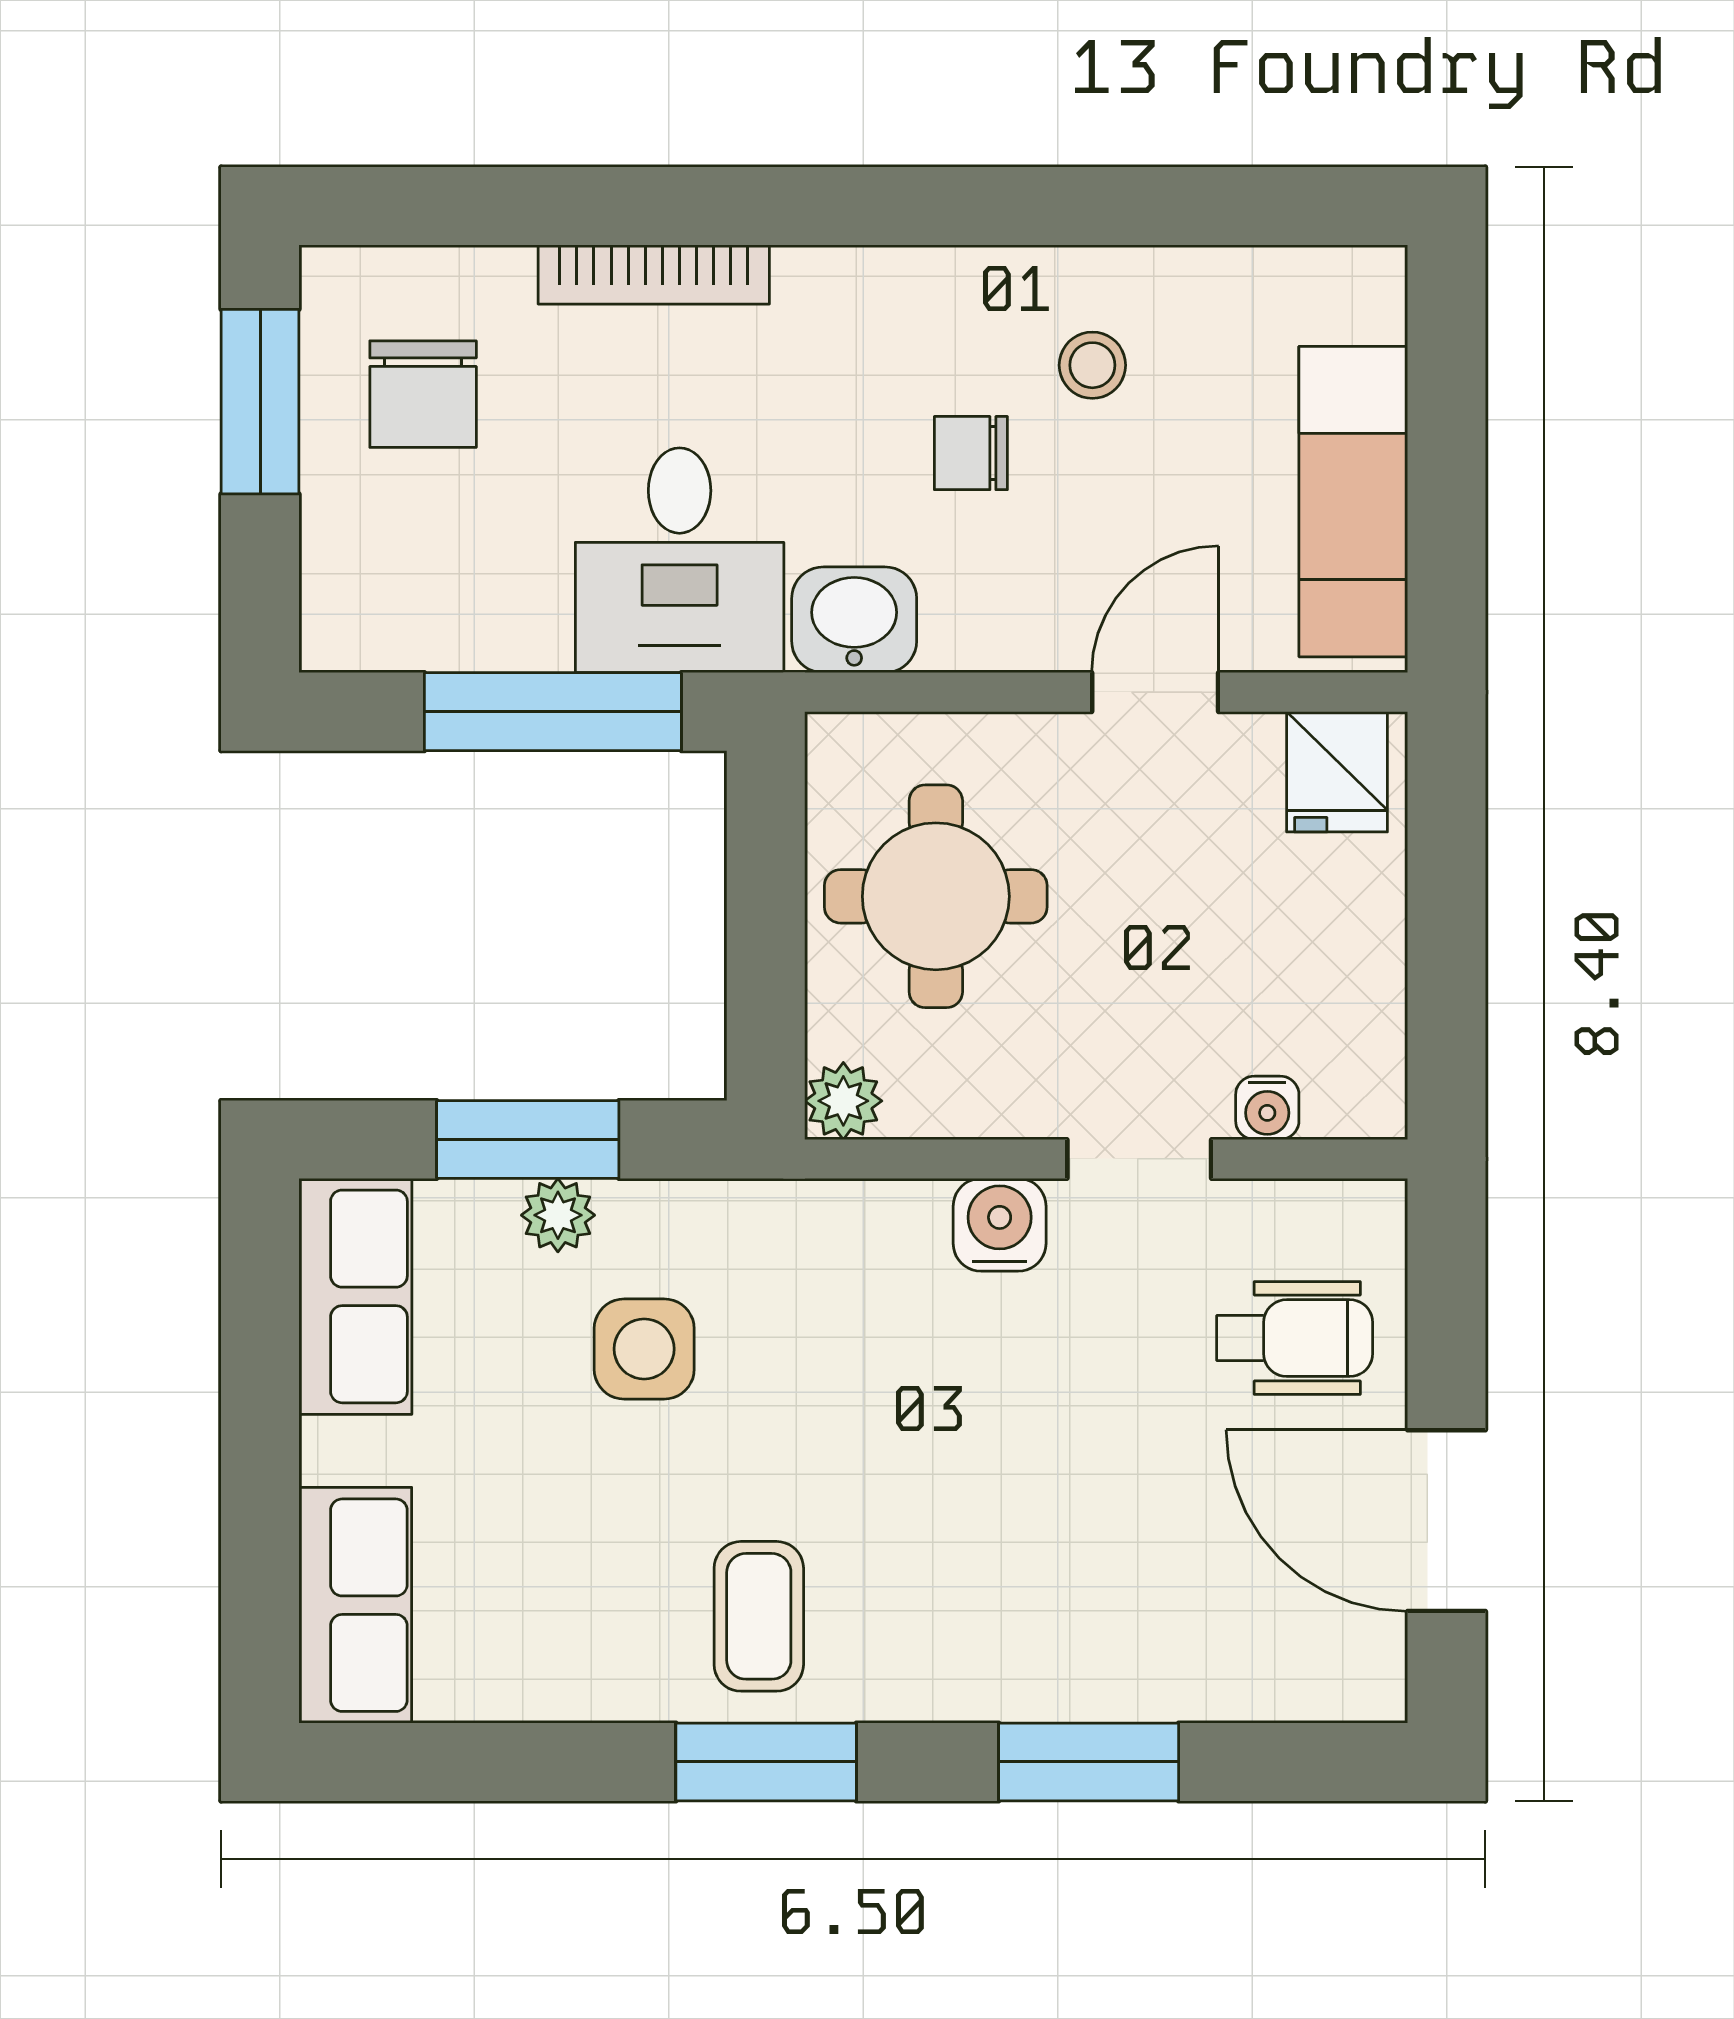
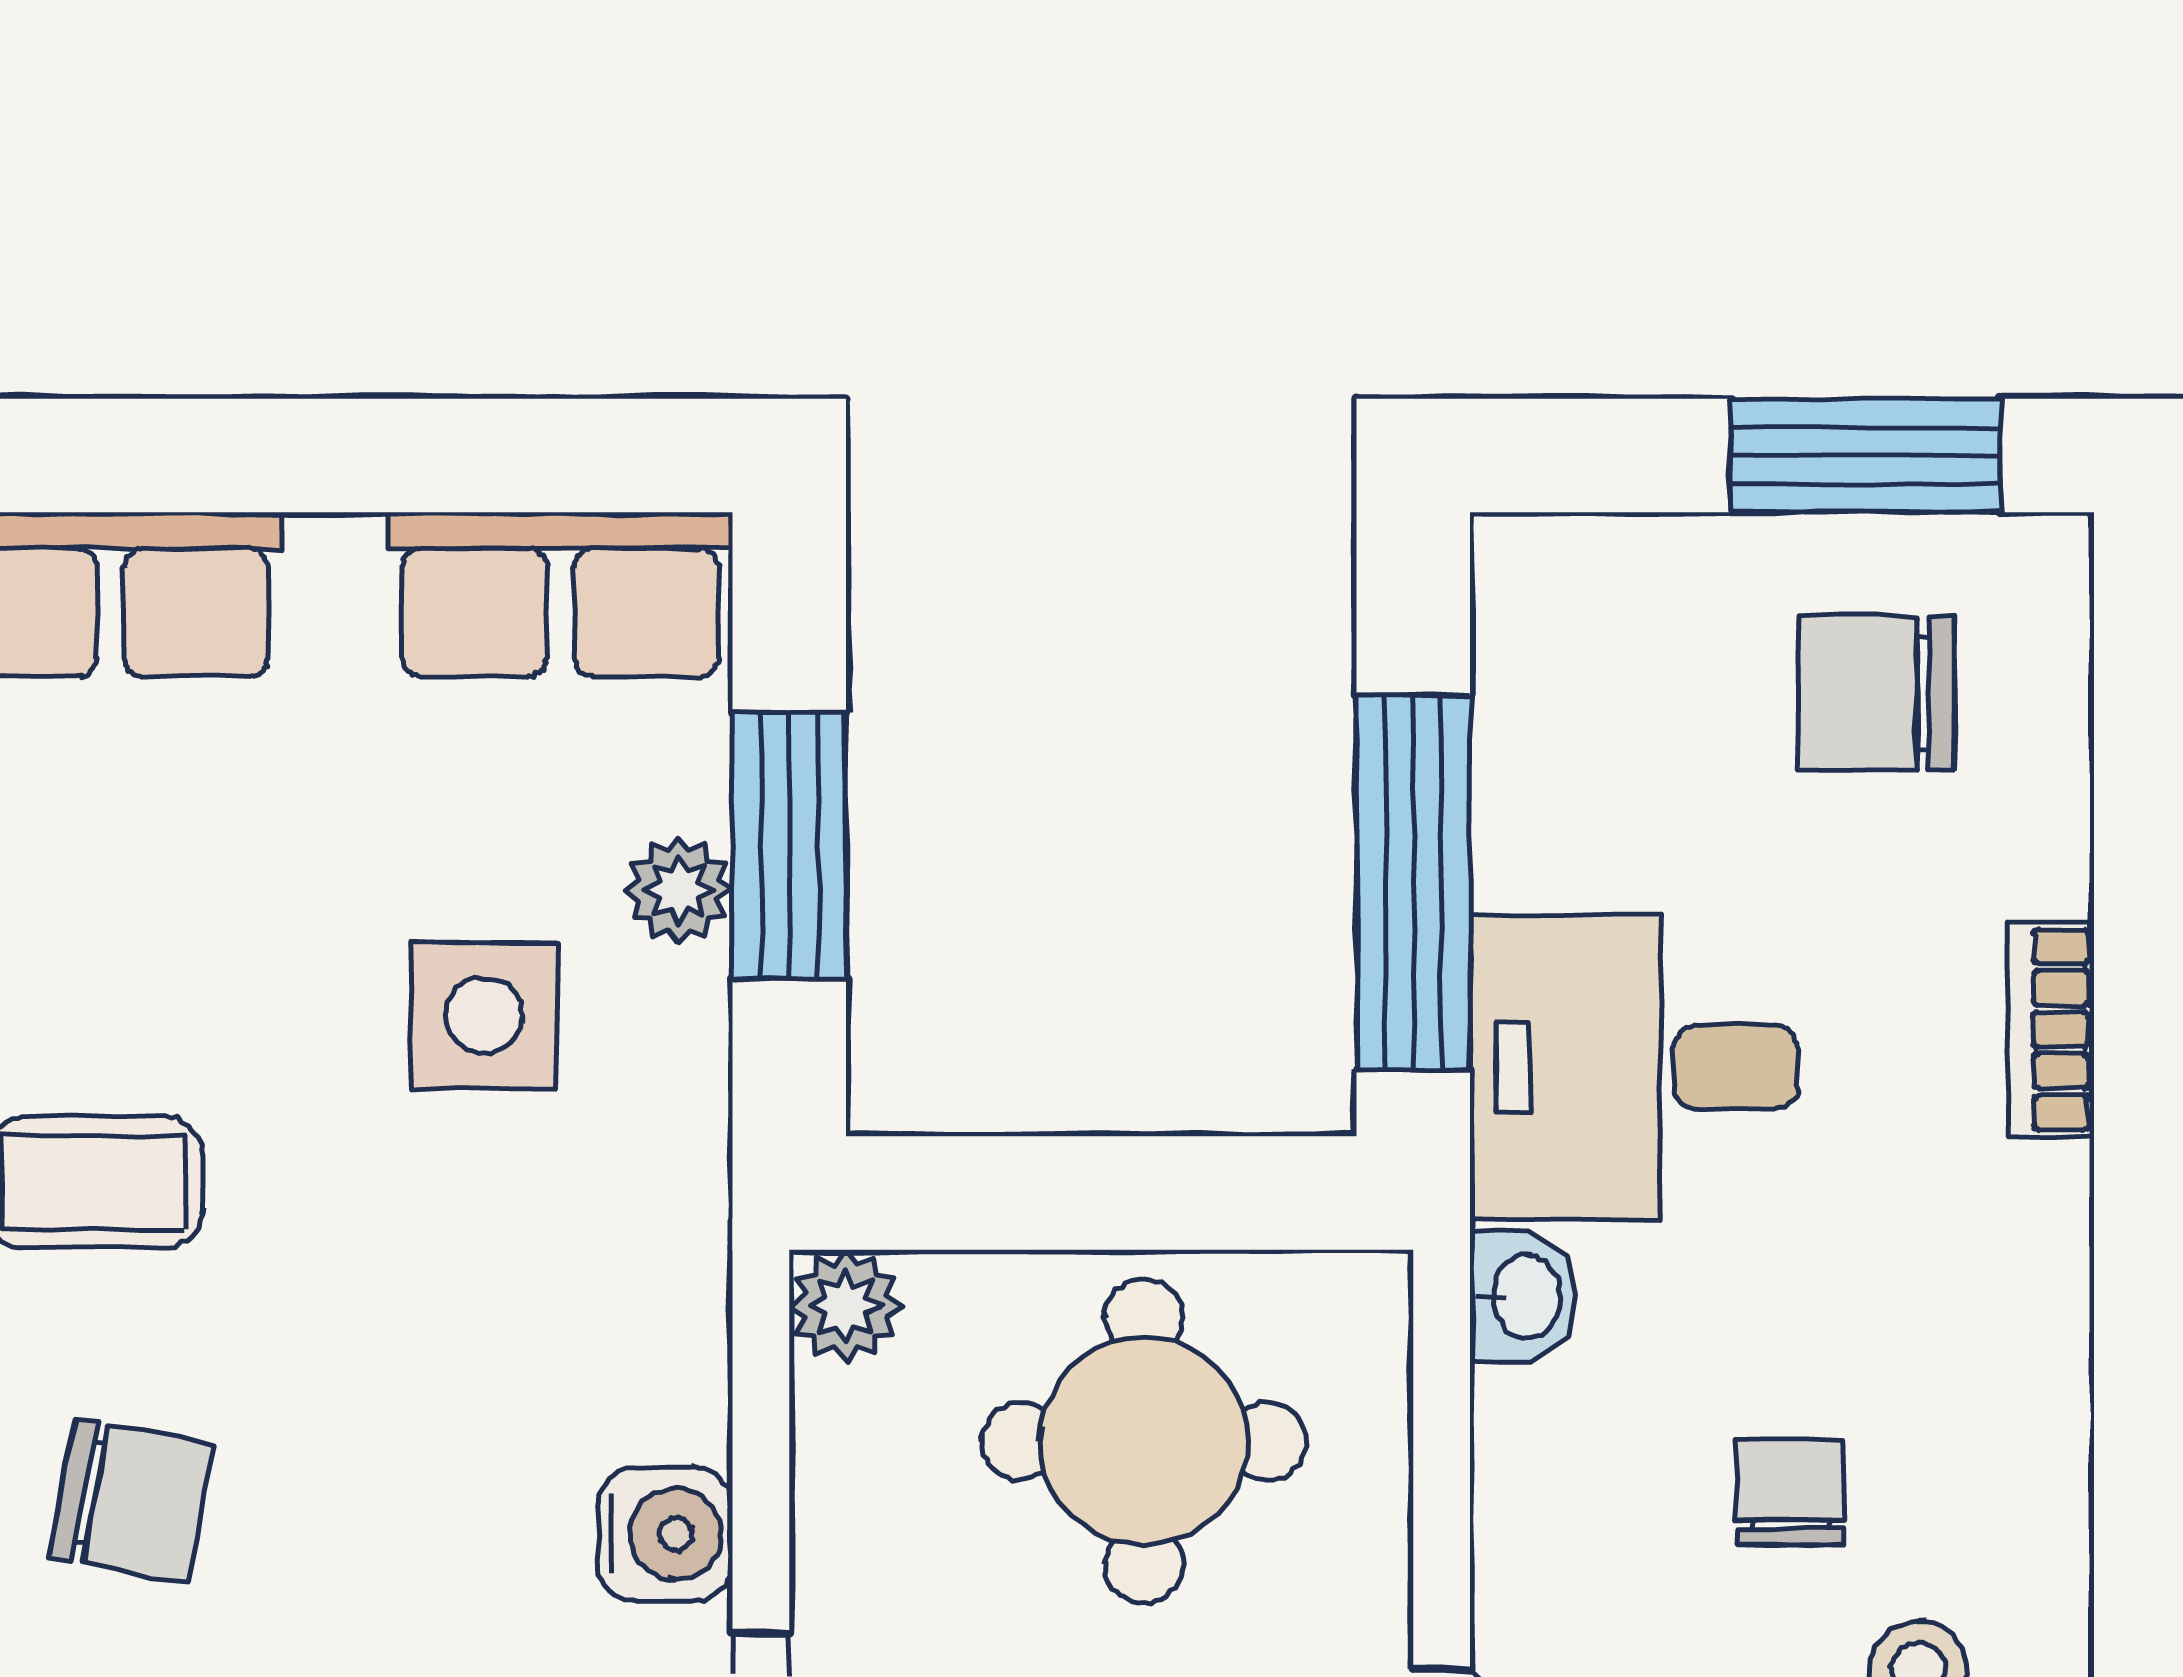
bookcase: (654, 274) -> (2051, 1030), width x0.64
washbasin: (854, 620) -> (1523, 1297), width x0.72, depth x0.69
chair: (977, 1591) -> (131, 1501), added

